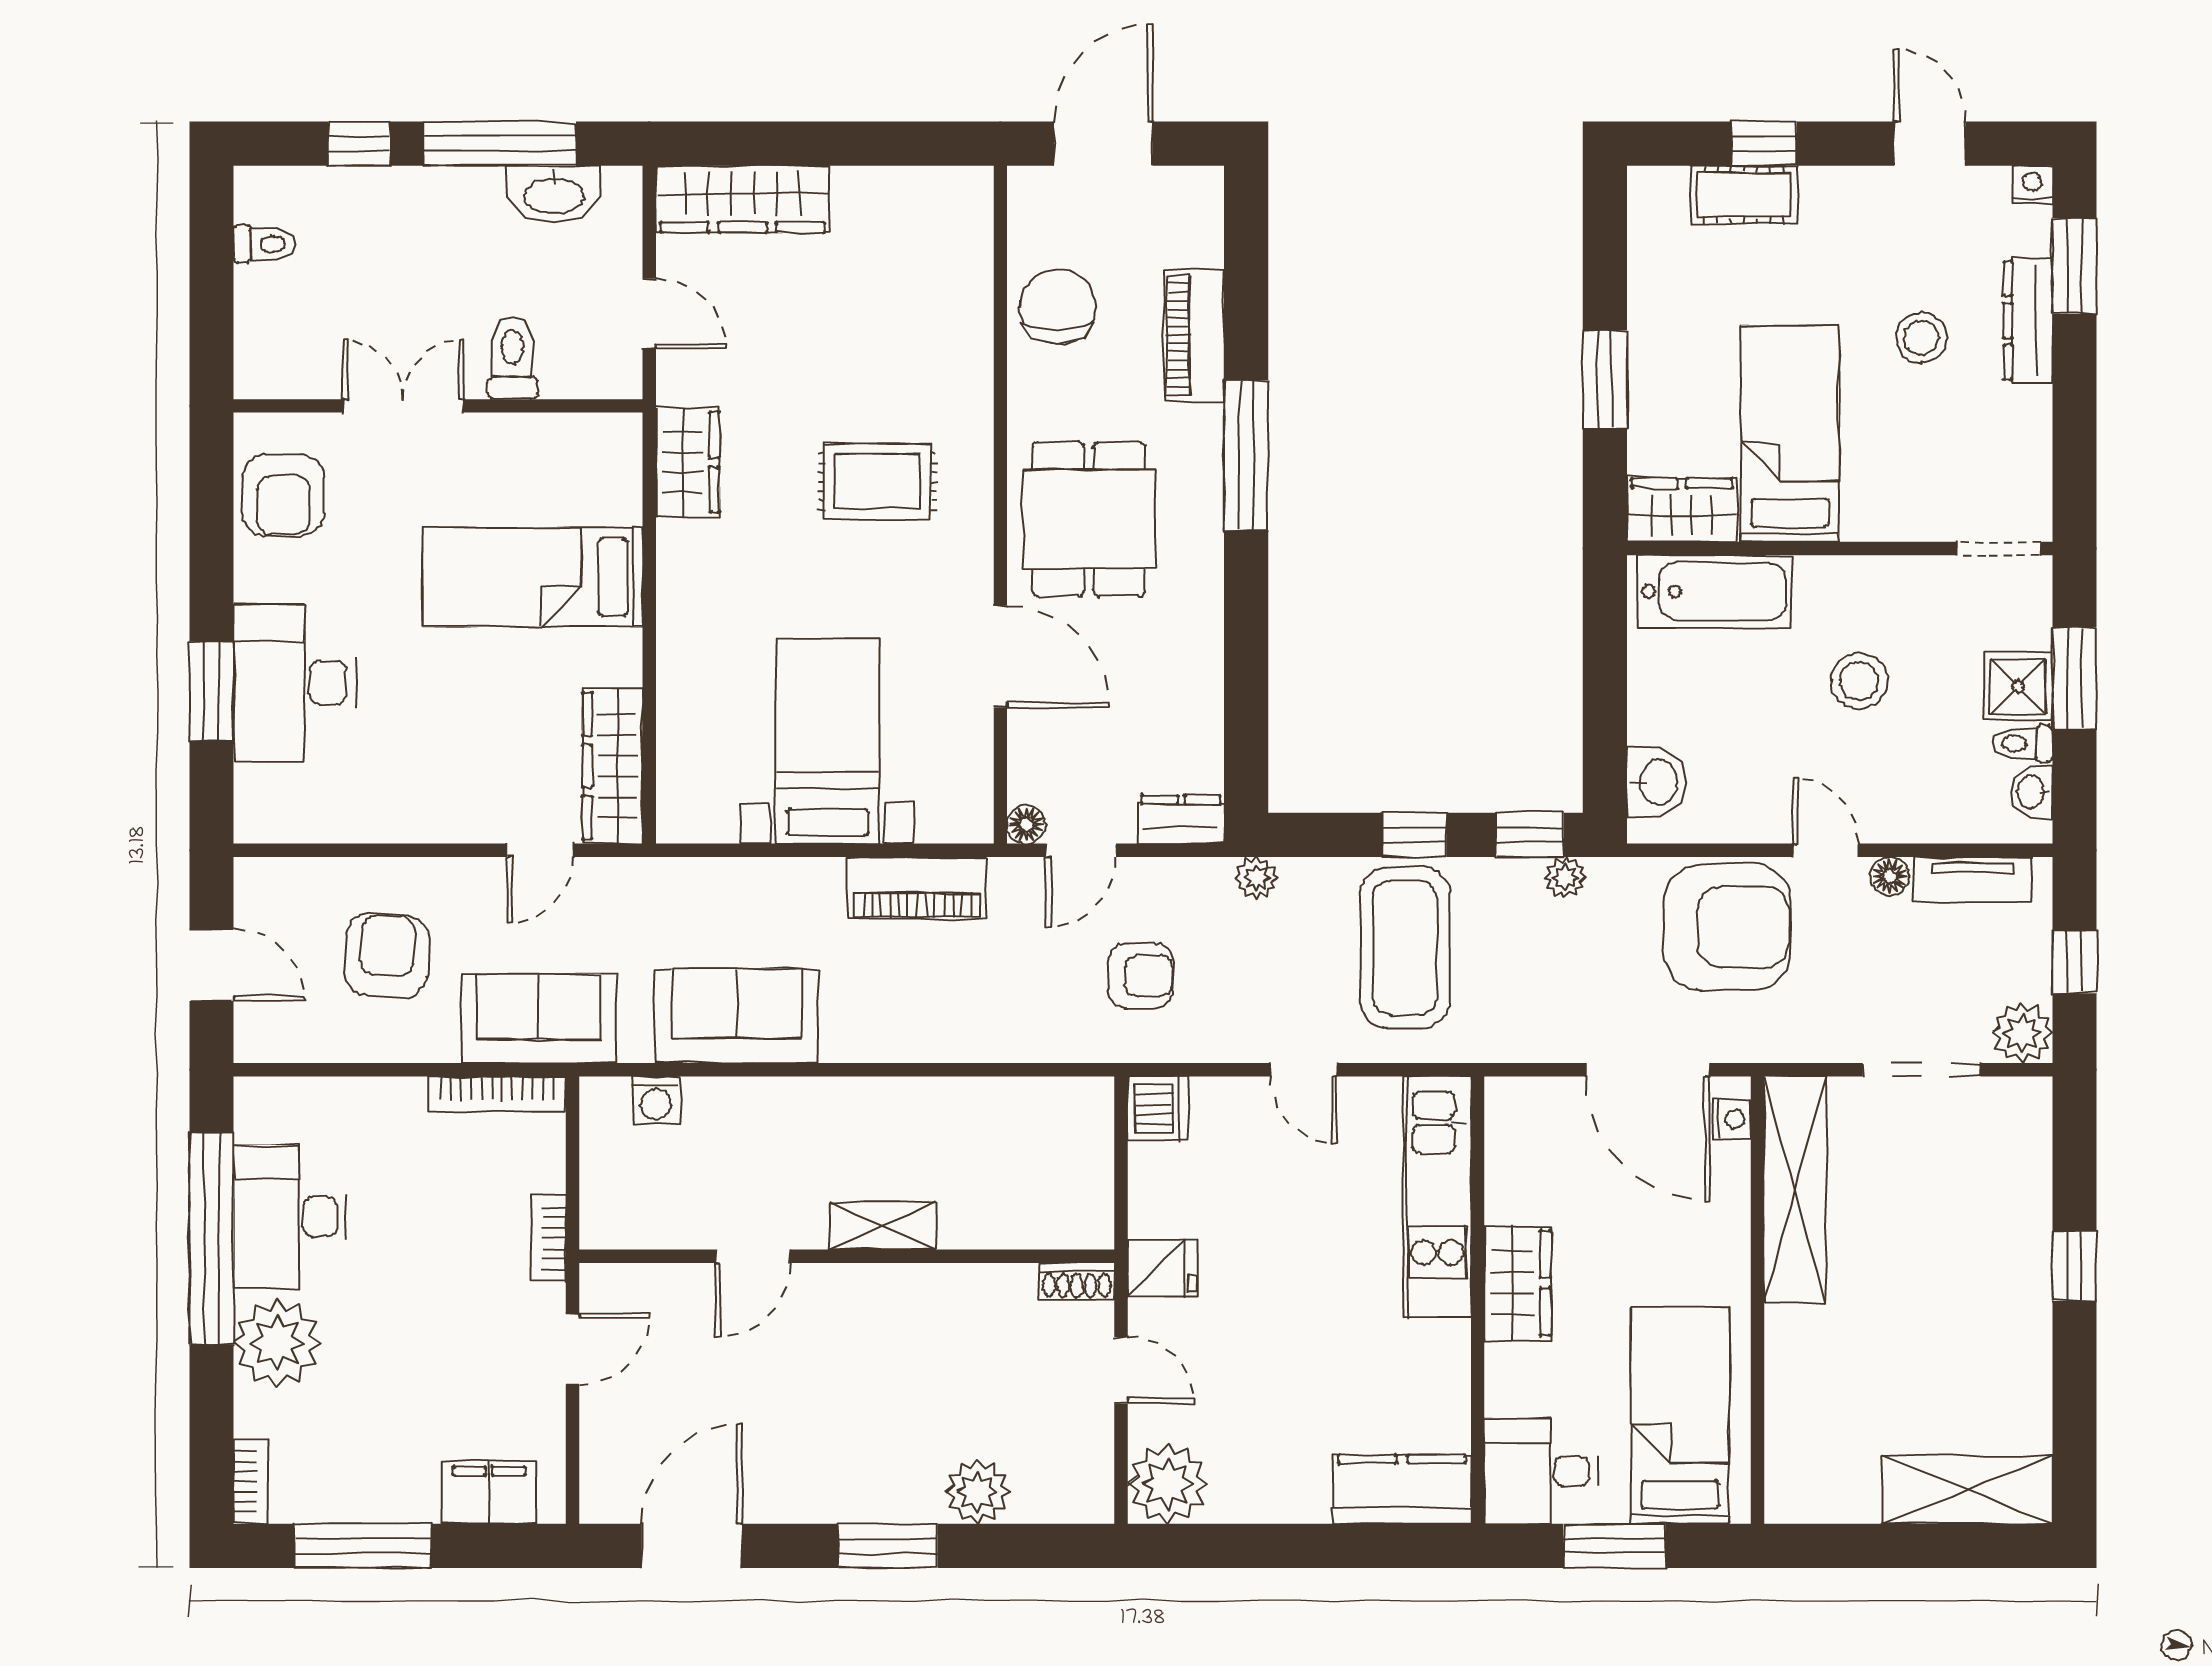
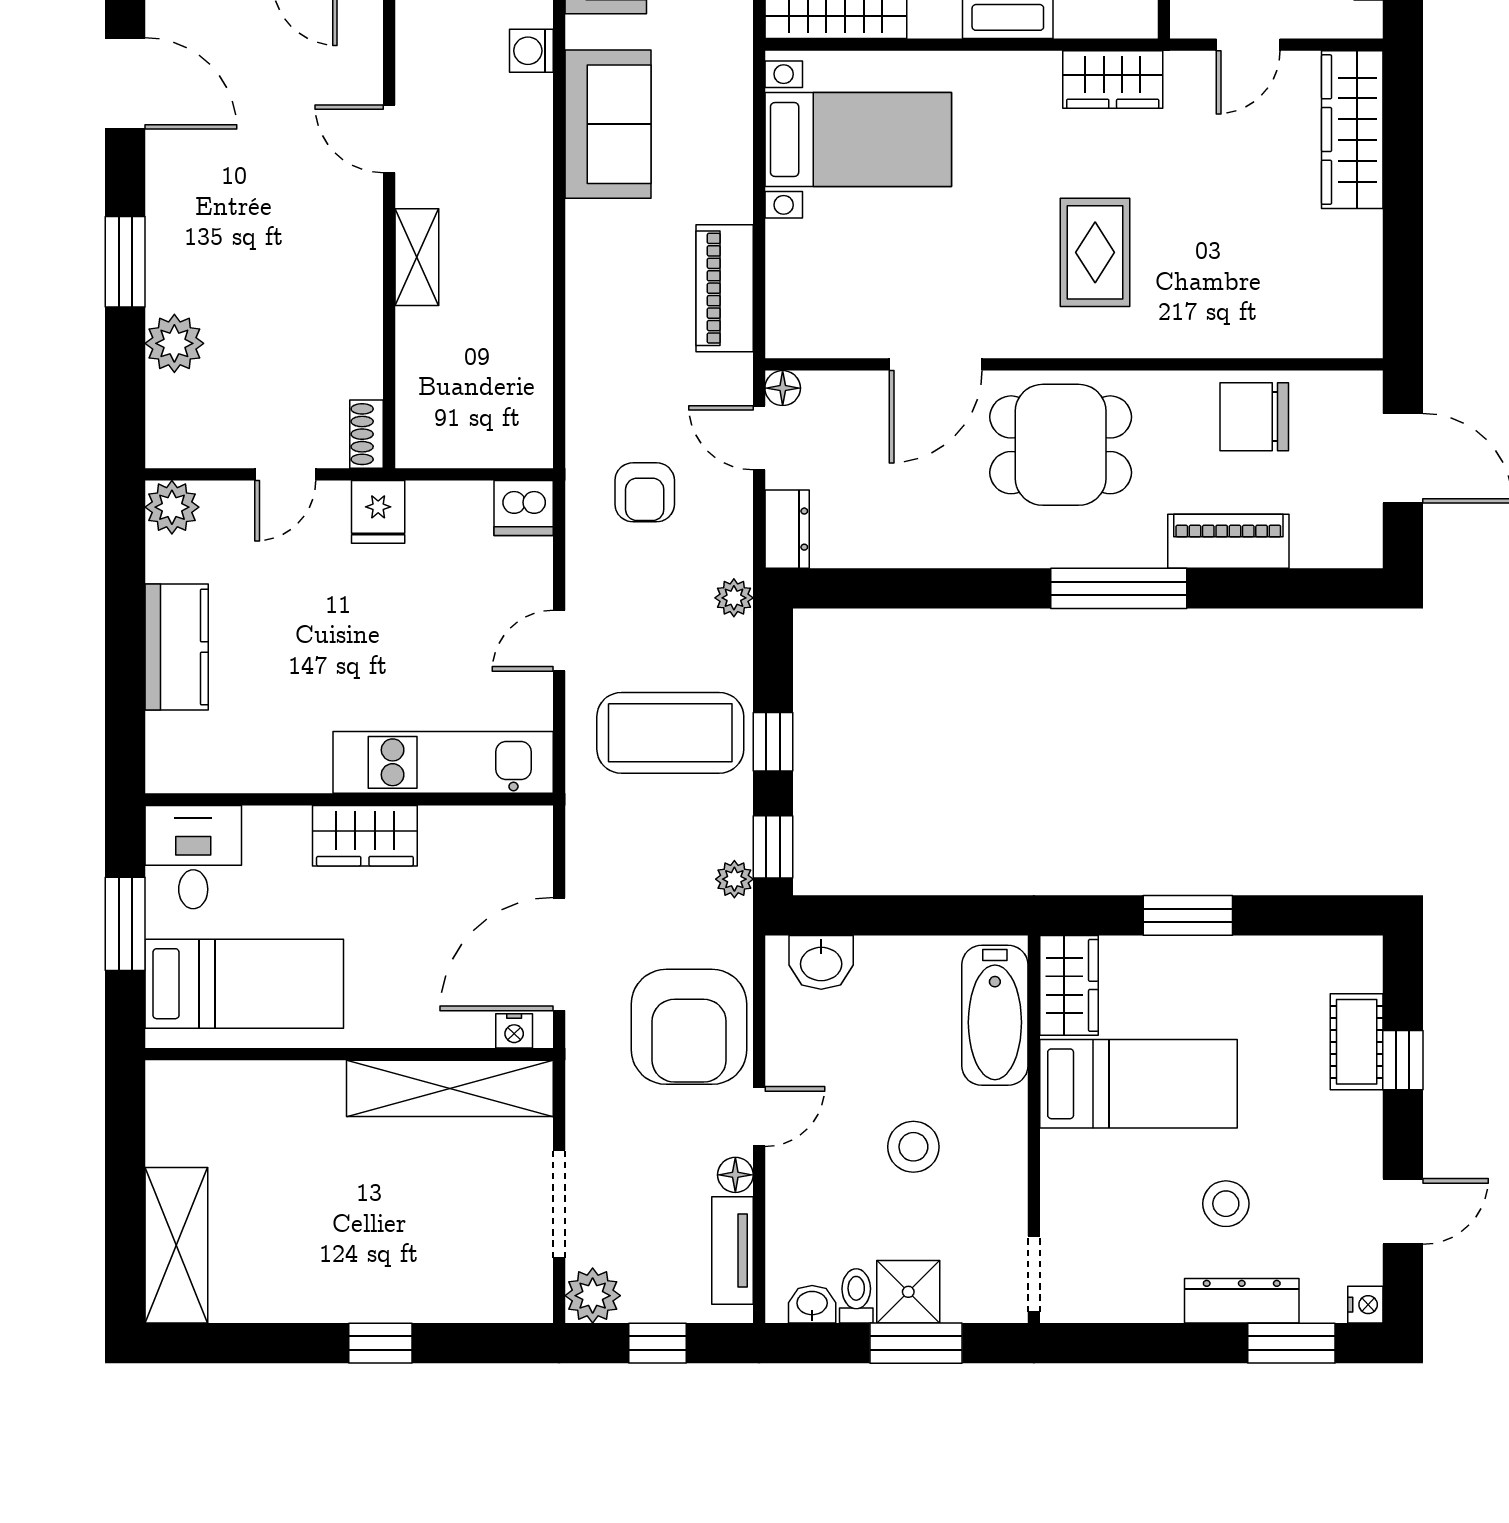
chair: (1058, 307) -> (1254, 417), turned 180
bed with nightstands: (827, 741) -> (858, 140), moved
plant: (1168, 1484) -> (172, 507), width x0.73, depth x0.73
kitchen counter: (1402, 1489) -> (177, 647), moved

